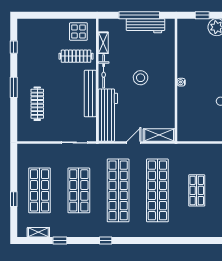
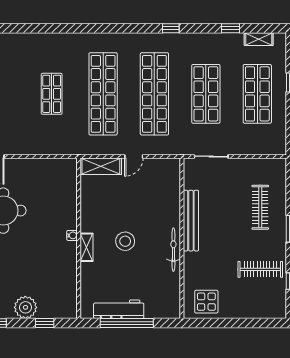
shelving: (103, 43) -> (87, 247), moved
clothes rail: (76, 56) -> (260, 269), moved
workbench: (108, 115) -> (168, 192), removed

